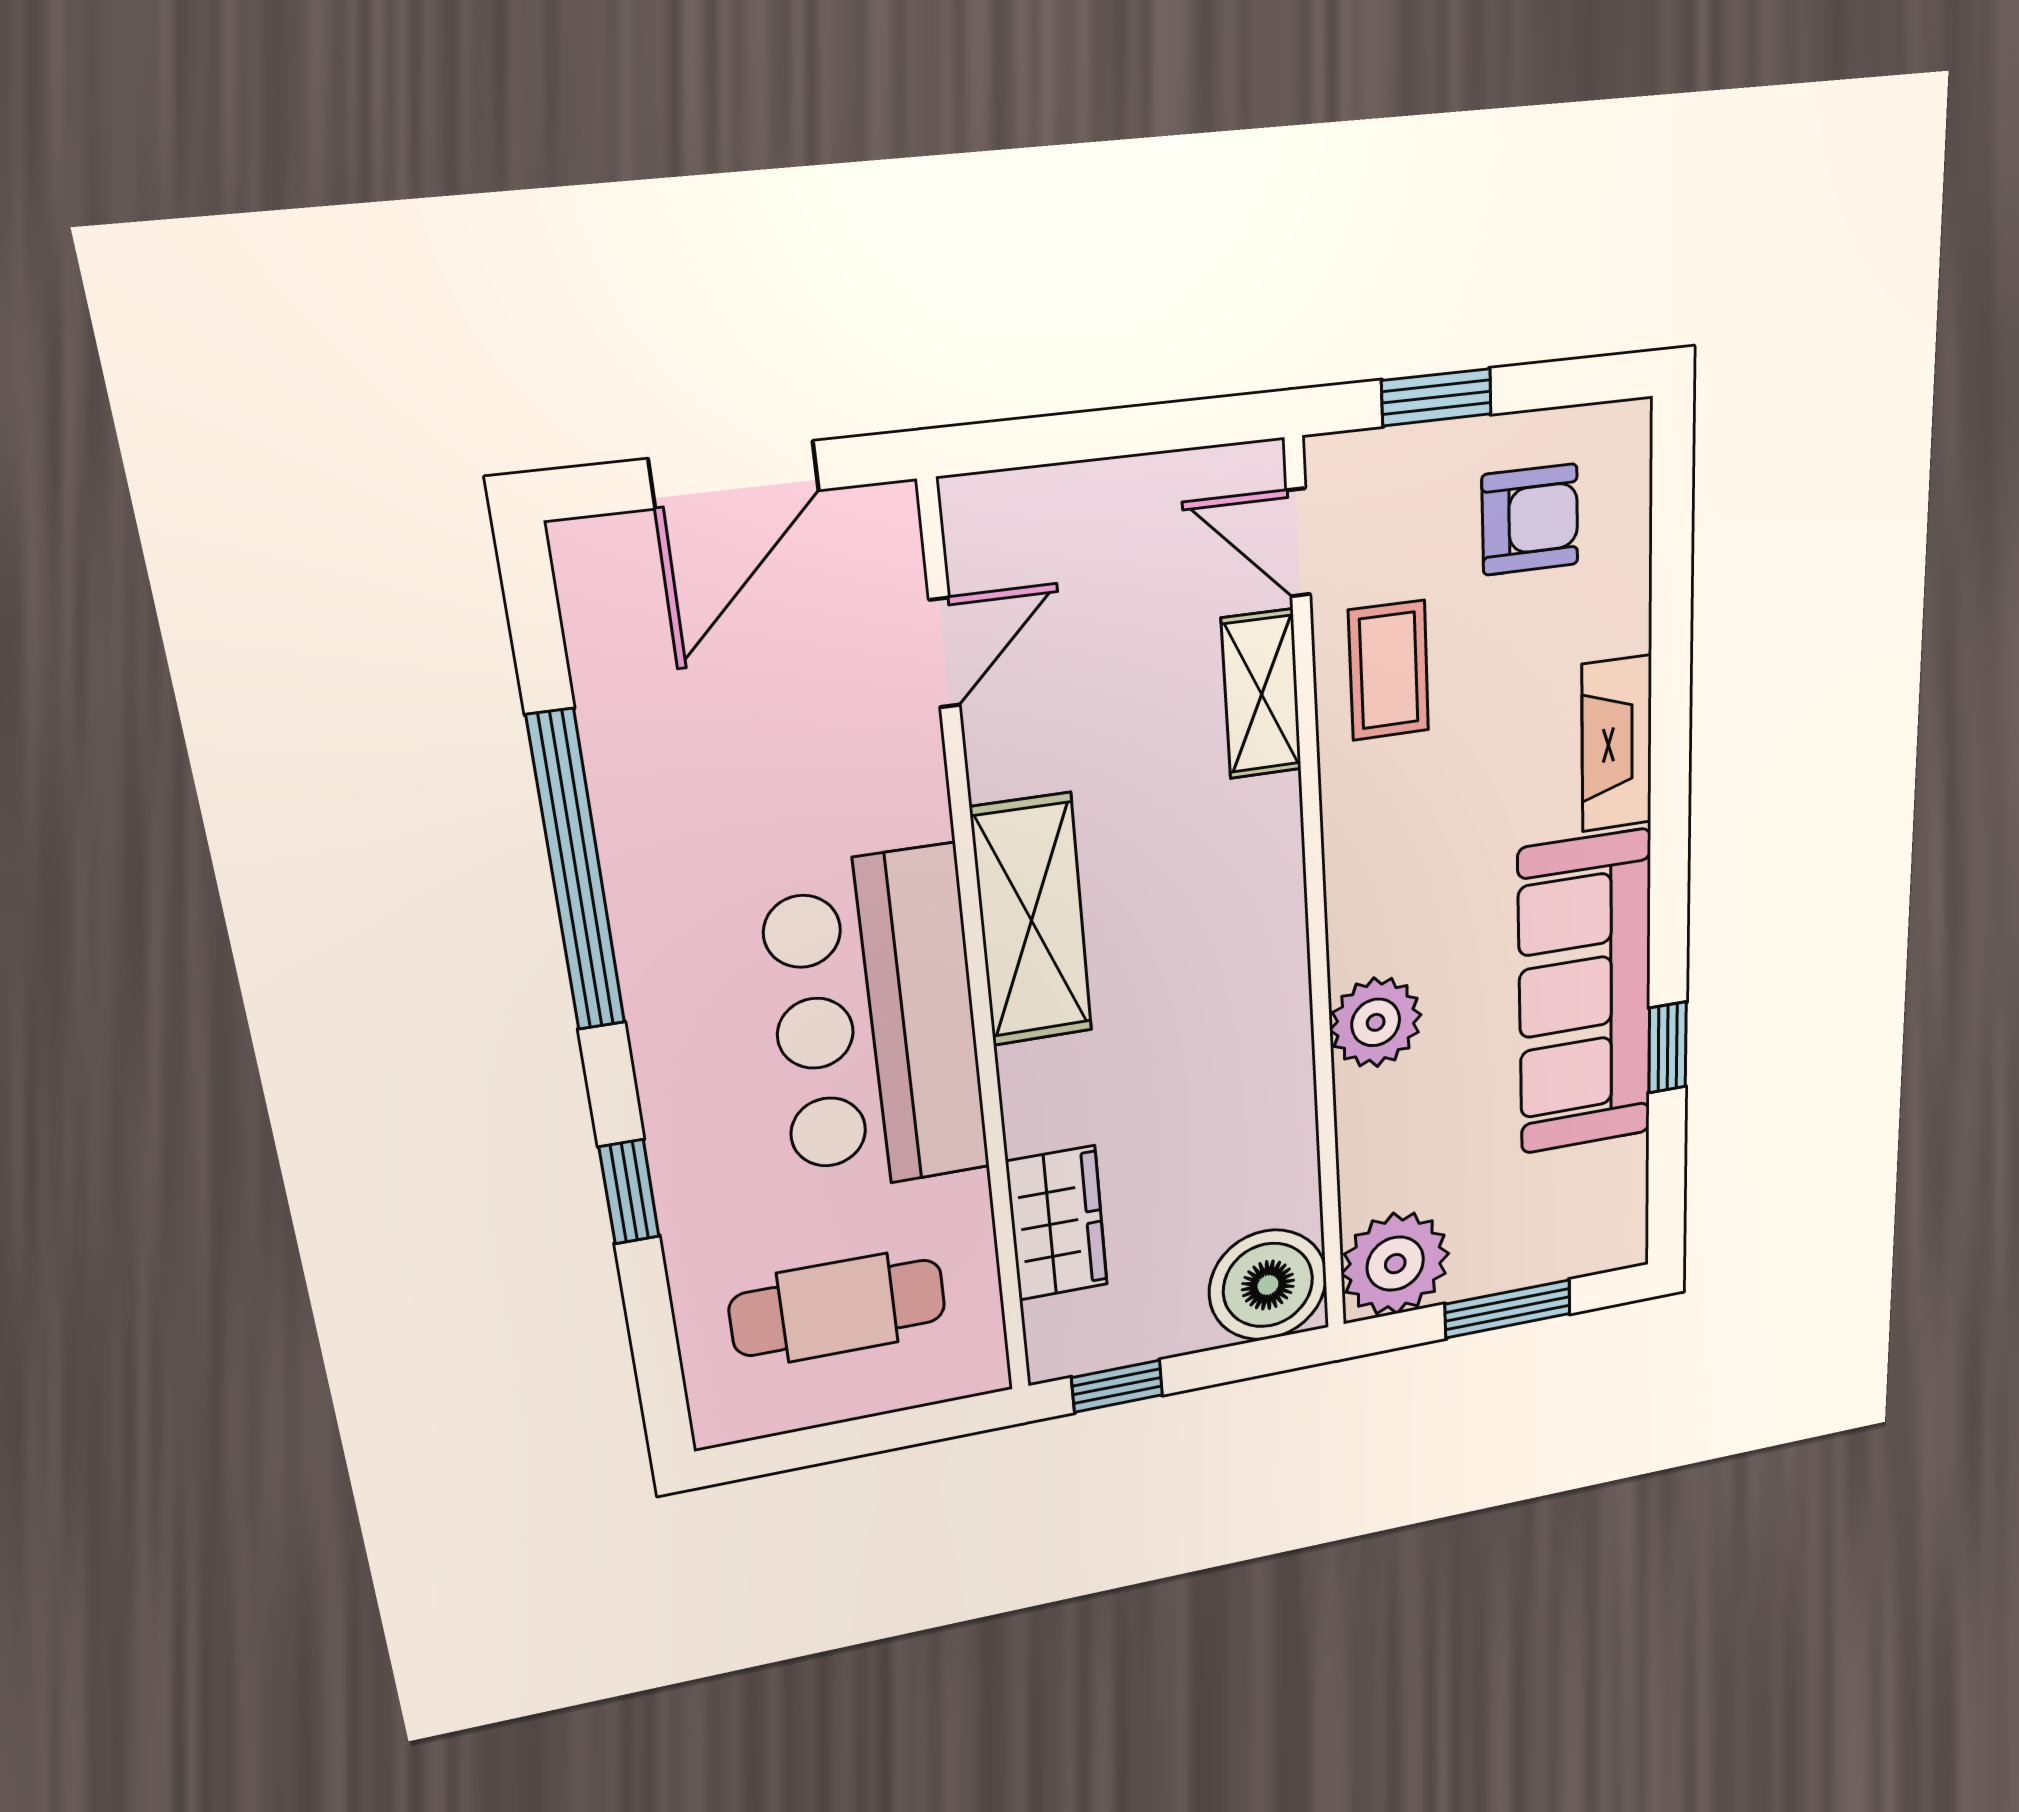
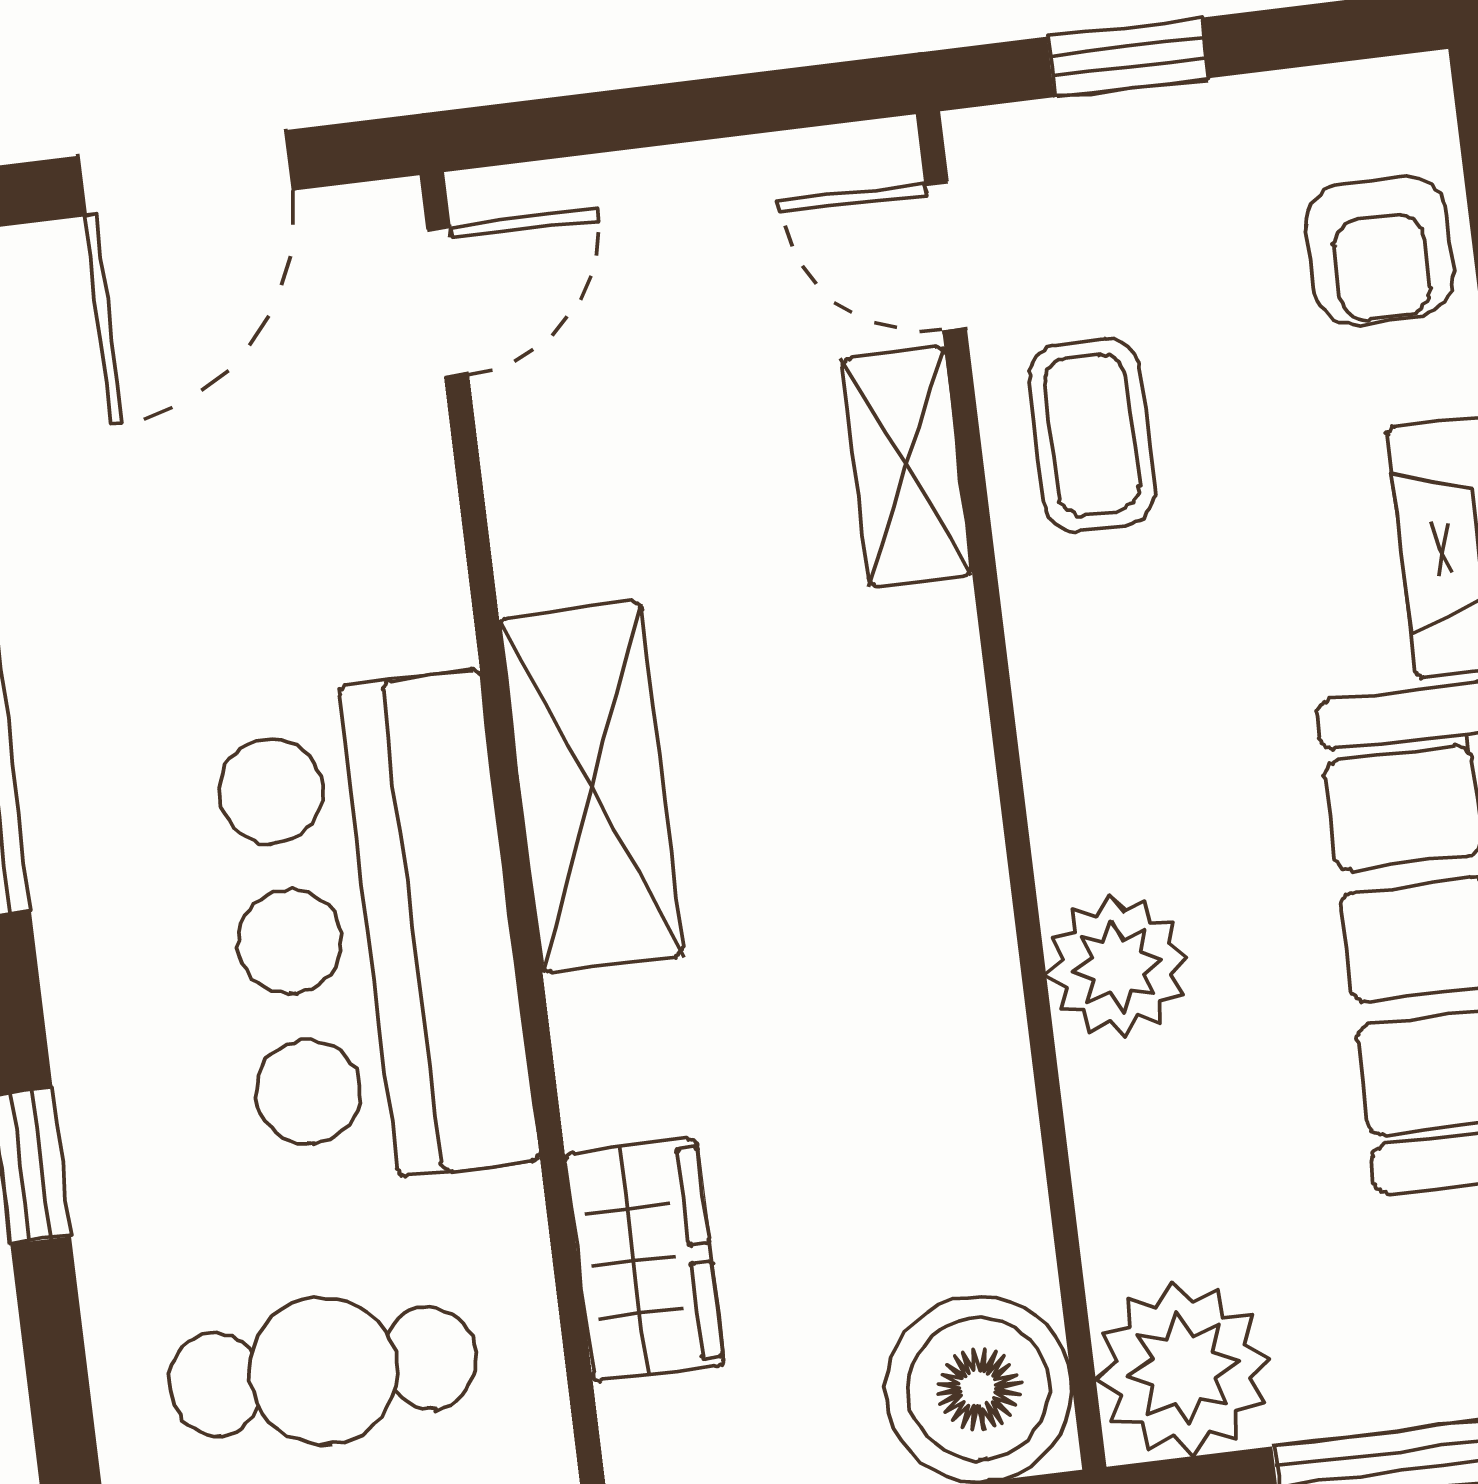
armchair: (1530, 520) -> (1380, 250), moved, turned 90
door: (944, 653) -> (447, 302), moved

